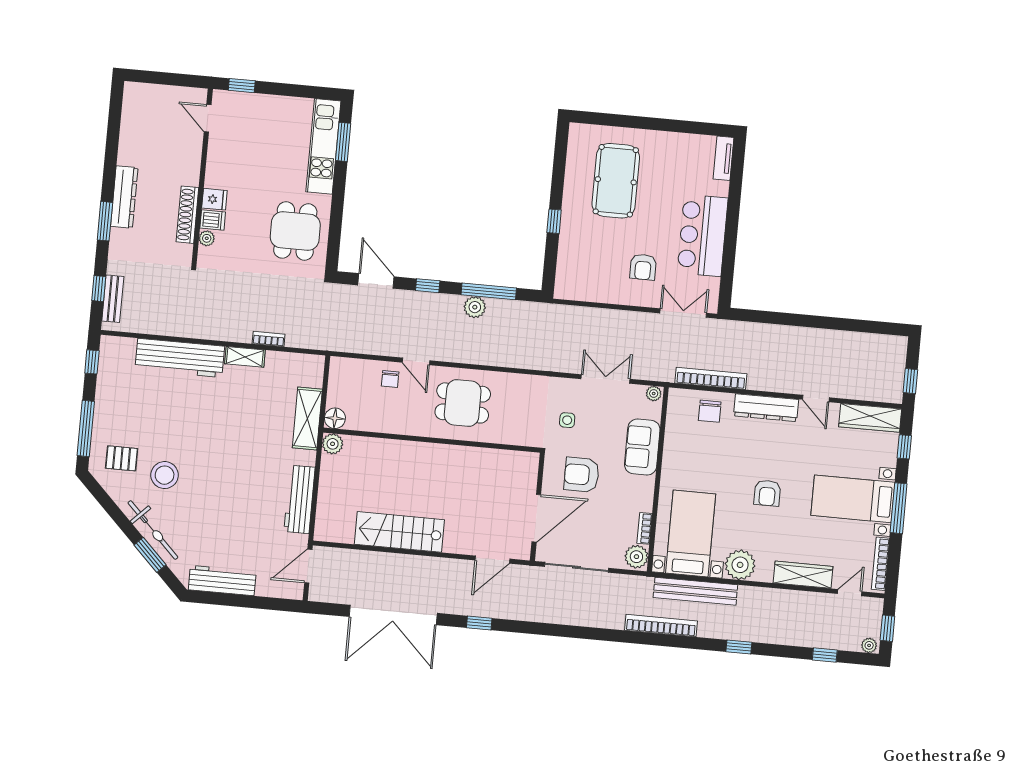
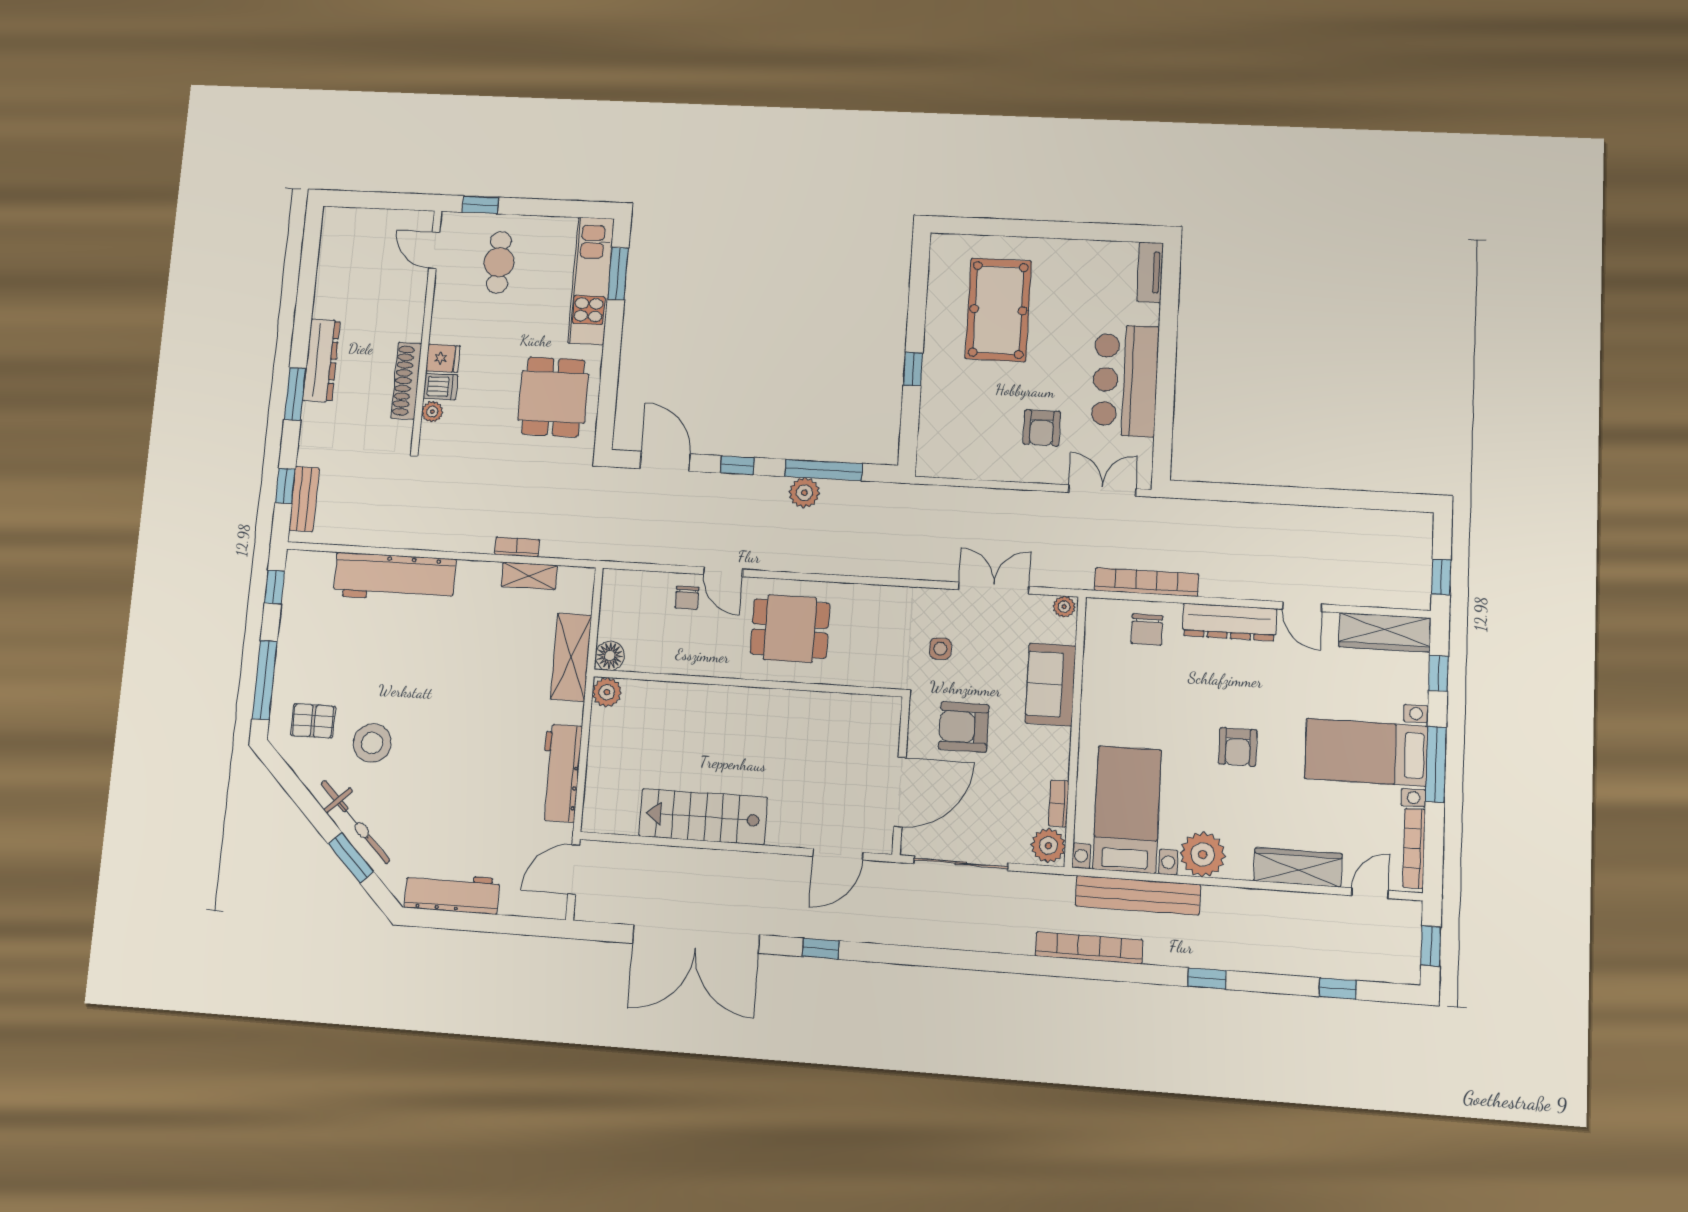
cafe table: (256, 130) -> (499, 262), added
shelving: (245, 357) -> (529, 576), moved
plant: (869, 645) -> (1405, 973), removed

